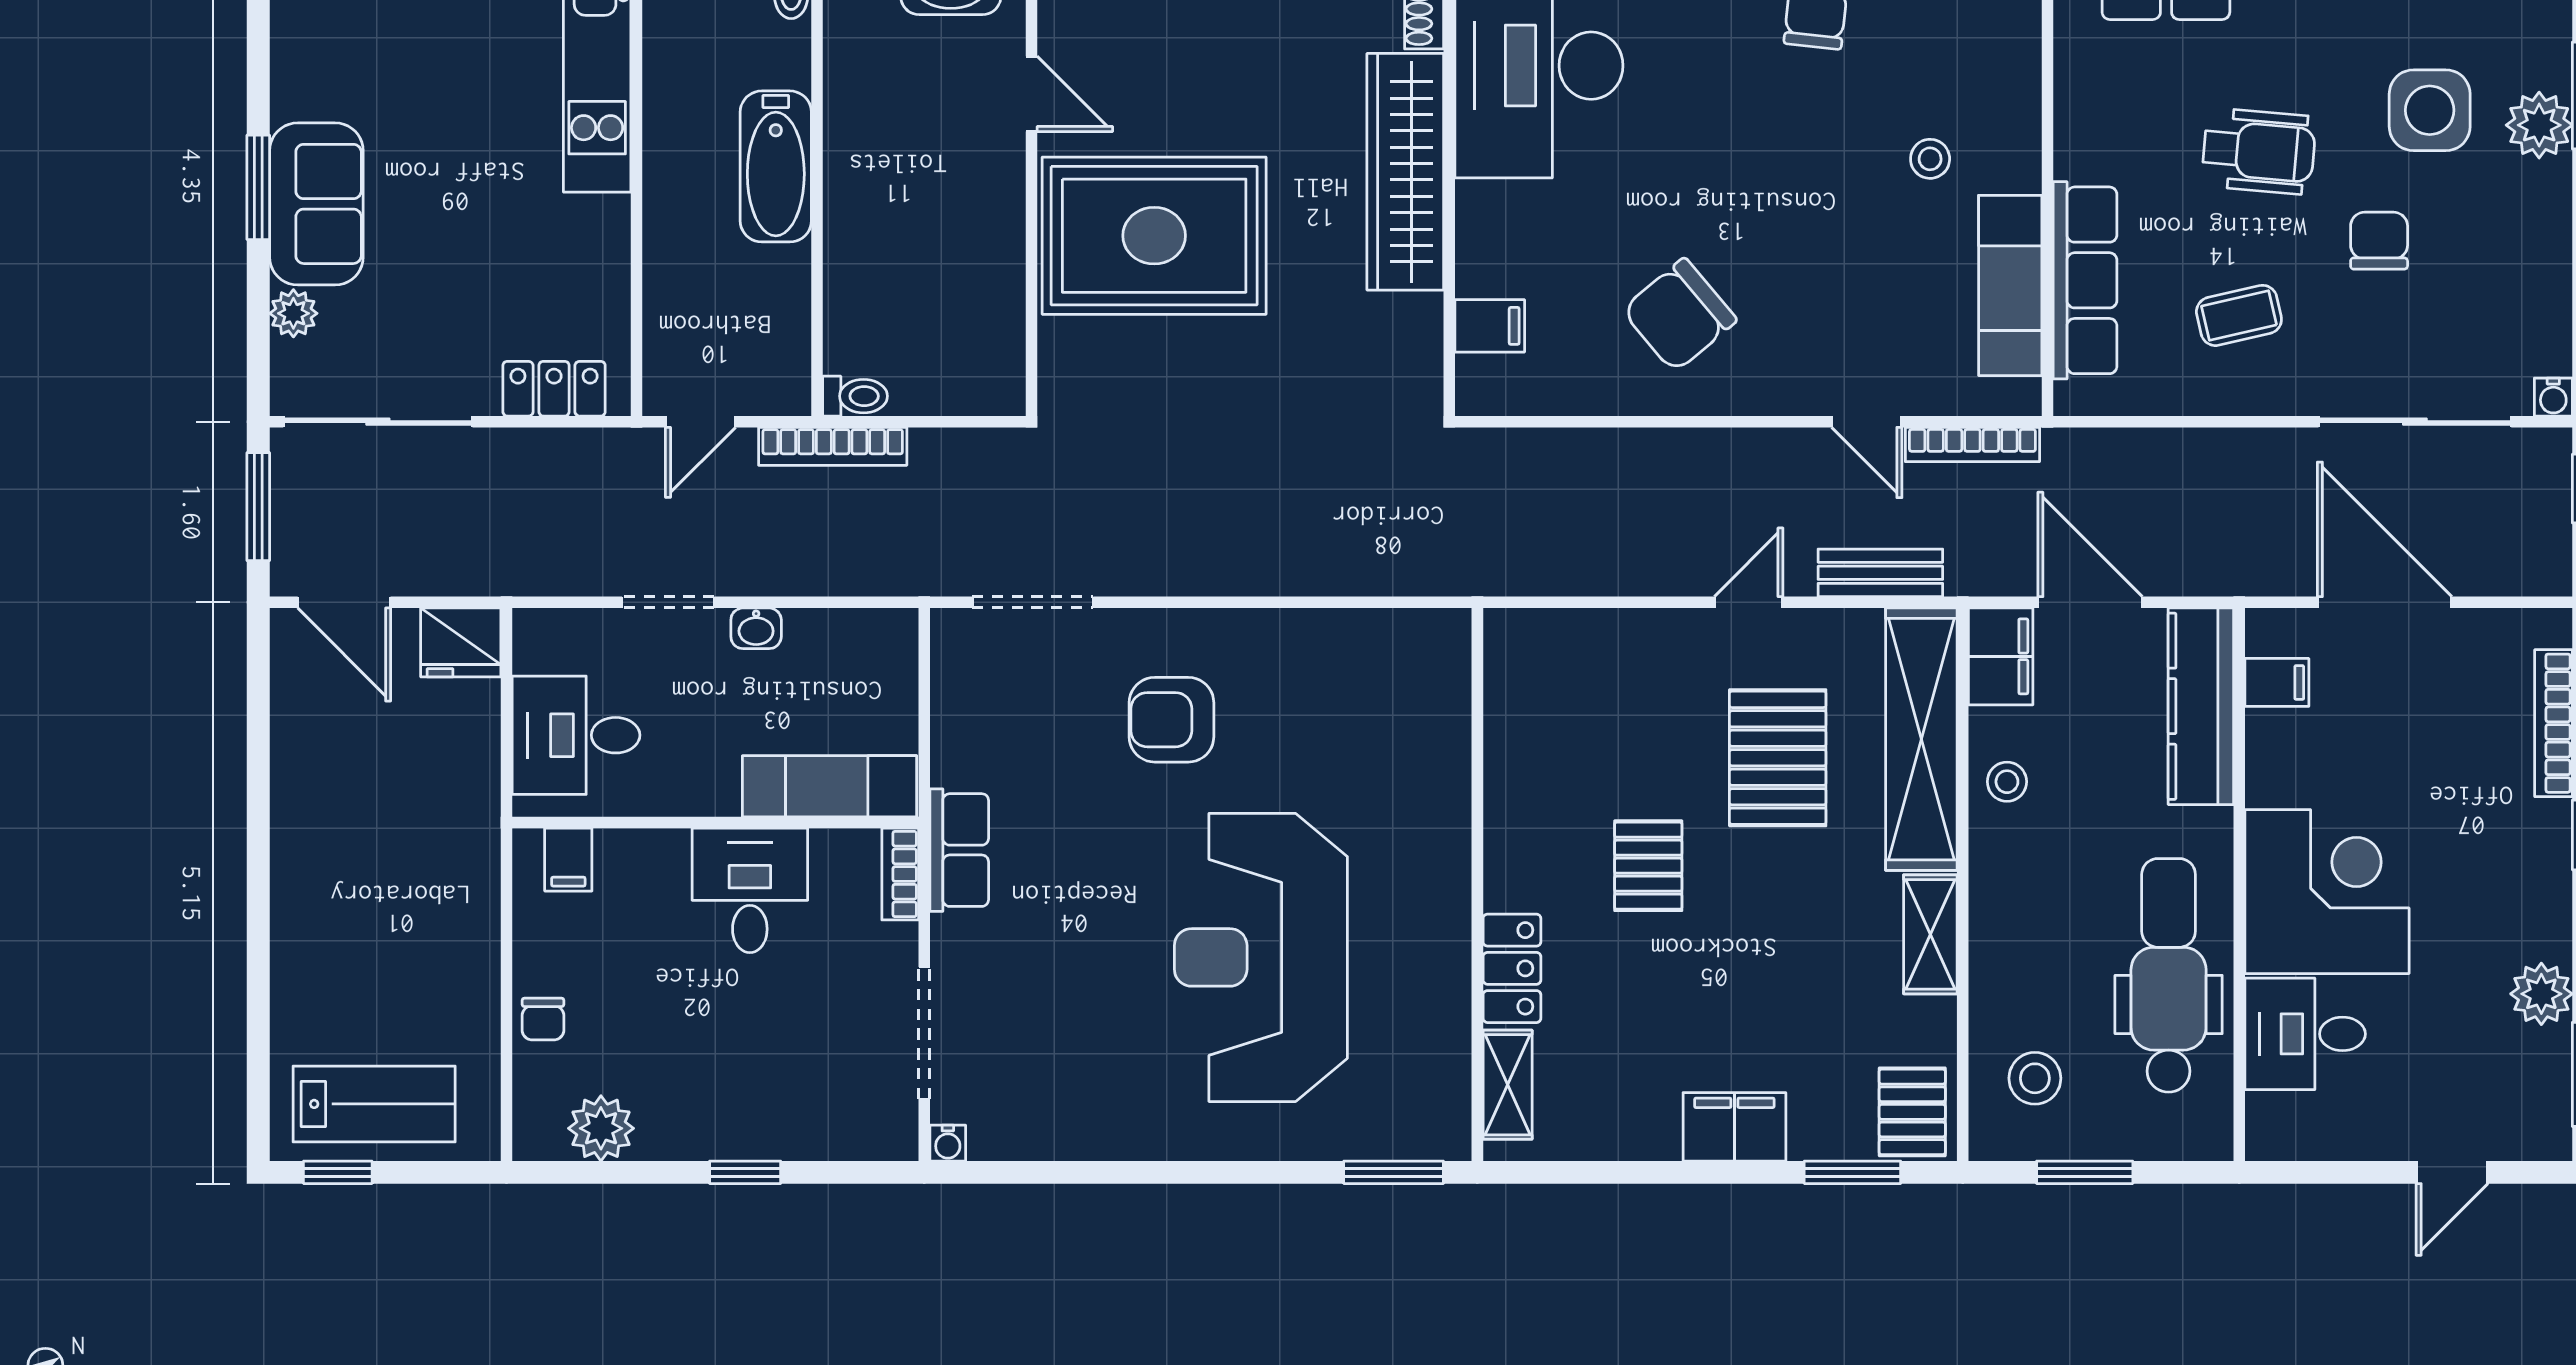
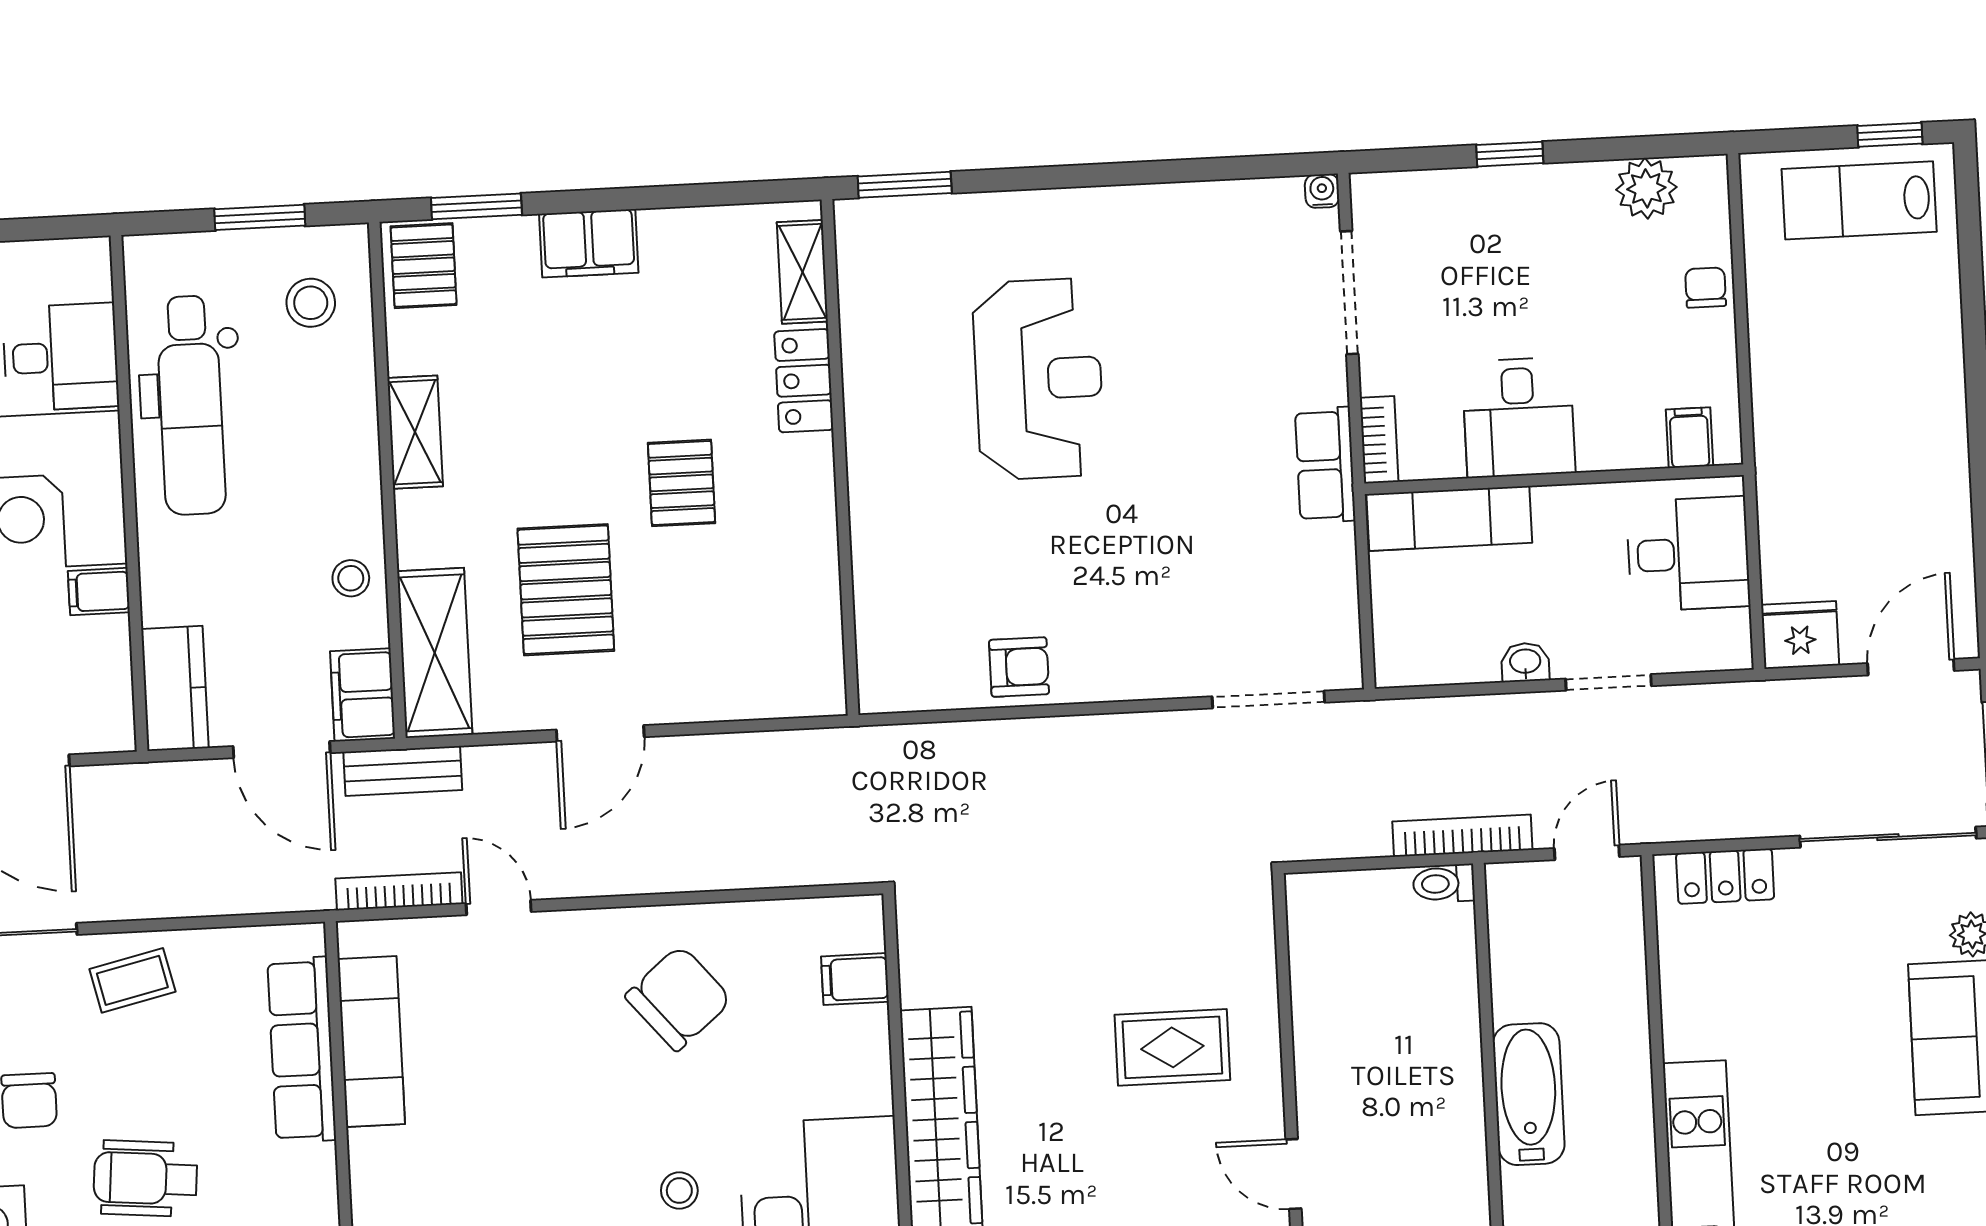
stool: (1930, 159) -> (679, 1191), moved
rug: (1154, 236) -> (1172, 1047), width x0.54, depth x0.49
coffee table: (2239, 315) -> (132, 980), moved
bench: (1880, 573) -> (403, 771), moved
door: (344, 602) -> (1911, 667), hinge flipped
door: (1749, 602) -> (600, 733), width x1.37
filing cabinet: (2277, 682) -> (99, 592), moved
kitchen counter: (2201, 706) -> (175, 688), width x0.67
armchair: (1171, 720) -> (1019, 667), moved, width x0.72, depth x0.72
shelving: (1921, 739) -> (435, 653), width x0.68
reception desk: (1261, 957) -> (1039, 379), width x0.74, depth x0.77

